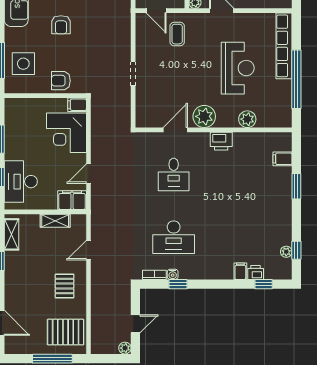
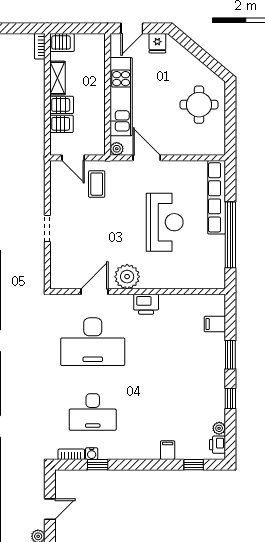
plant: (247, 119) -> (175, 280), removed
desk: (174, 175) -> (93, 342), width x1.87, depth x1.30
window: (296, 250) -> (230, 398), moved
printer: (256, 273) -> (217, 445), moved, turned -90

